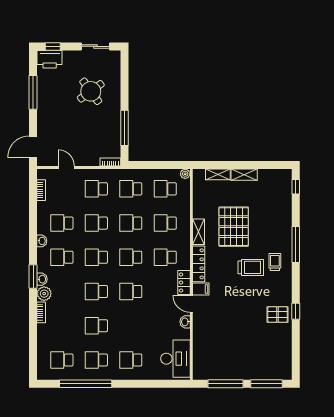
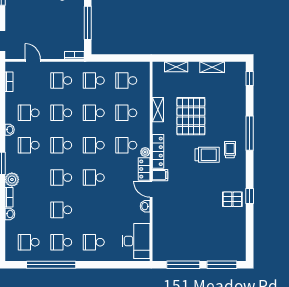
plant: (185, 174) -> (145, 152), moved
shelving: (244, 175) -> (212, 67), moved
shelving: (199, 232) -> (158, 110), moved
washbasin: (42, 279) -> (10, 214), moved

